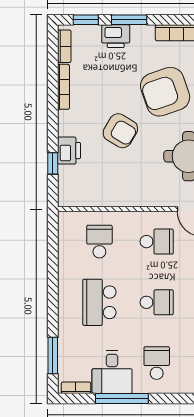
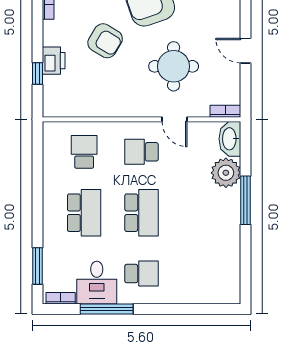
school desk: (157, 242) -> (141, 152), turned 180
school desk: (99, 302) -> (84, 213), turned 180
school desk: (157, 302) -> (141, 213), width x1.85
school desk: (157, 363) -> (141, 274), turned 90

